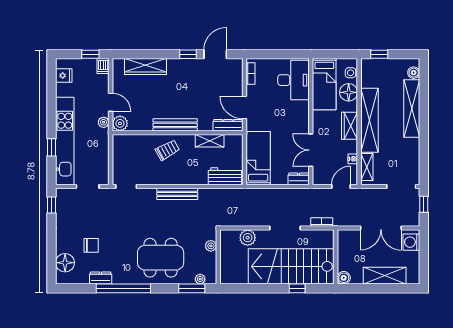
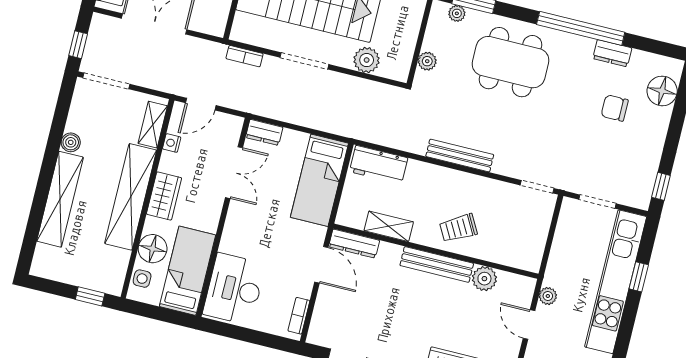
boiler: (414, 73) -> (71, 142), moved
plant: (120, 123) -> (484, 279), moved

